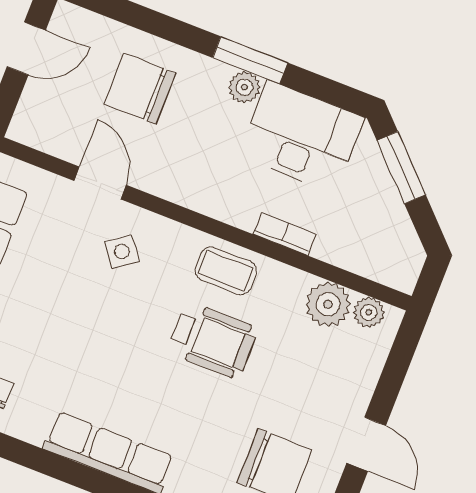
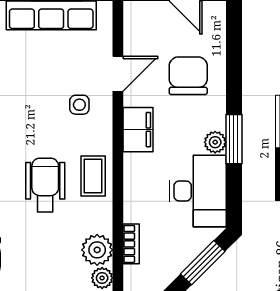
filing cabinet: (187, 185) -> (138, 130), added
bookcase: (284, 234) -> (131, 244), moved
side table: (122, 252) -> (79, 105), turned 37
wheelchair: (213, 340) -> (45, 185), turned 180

